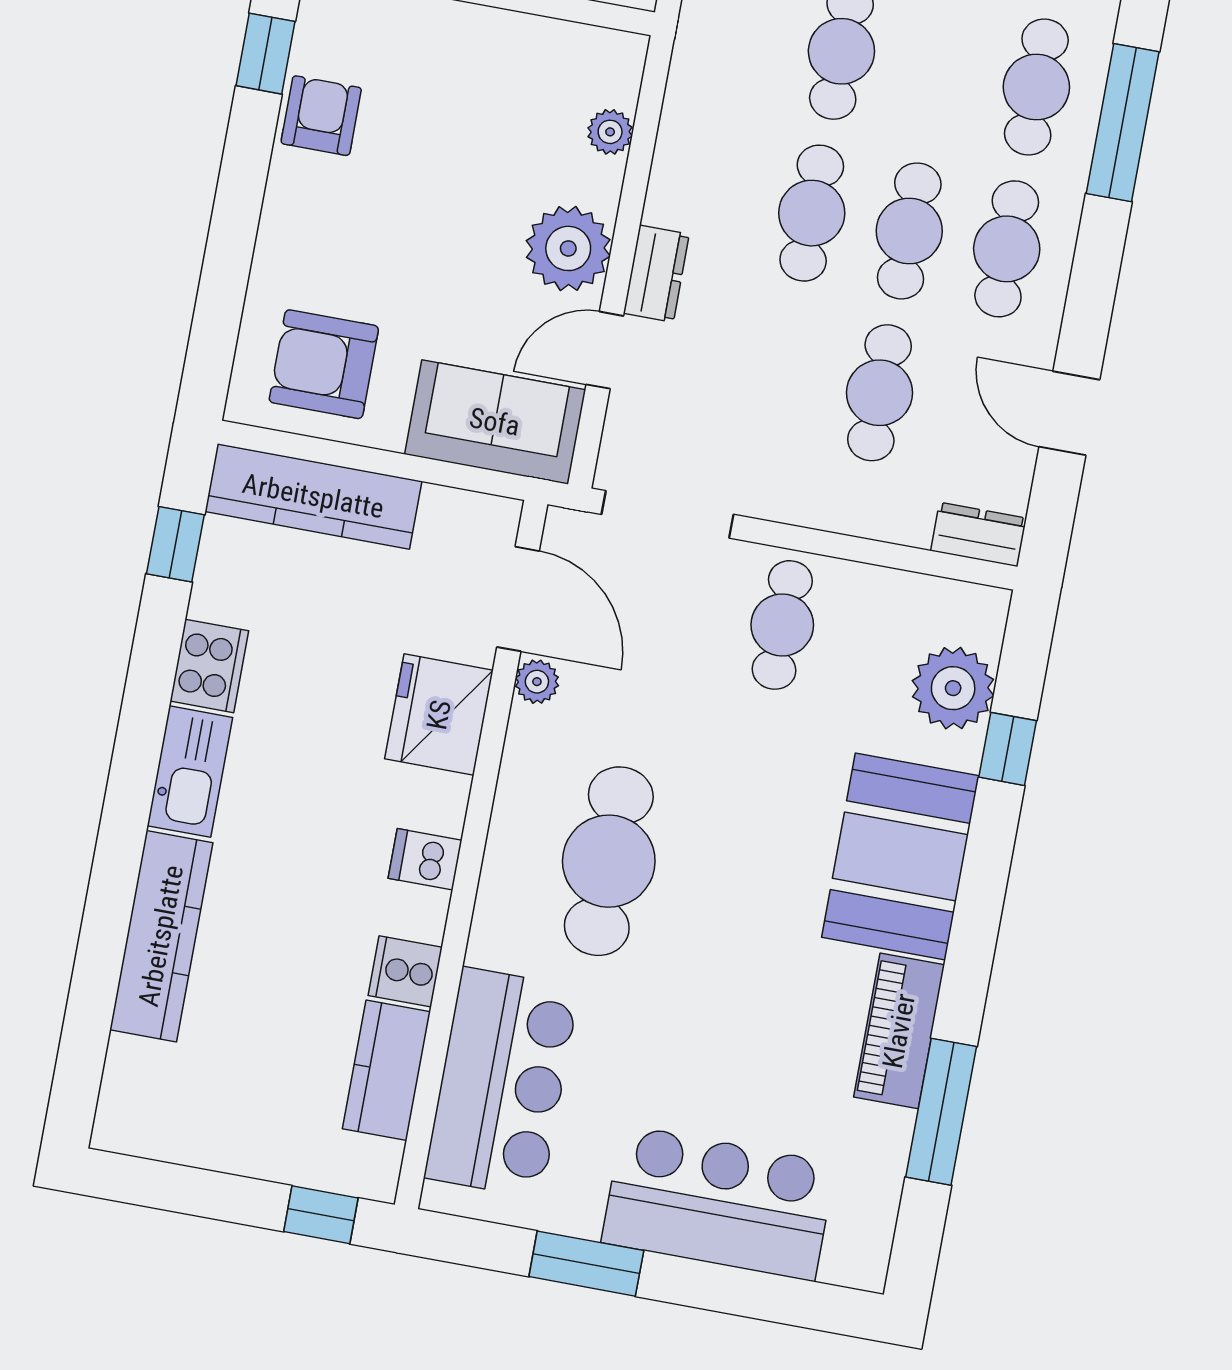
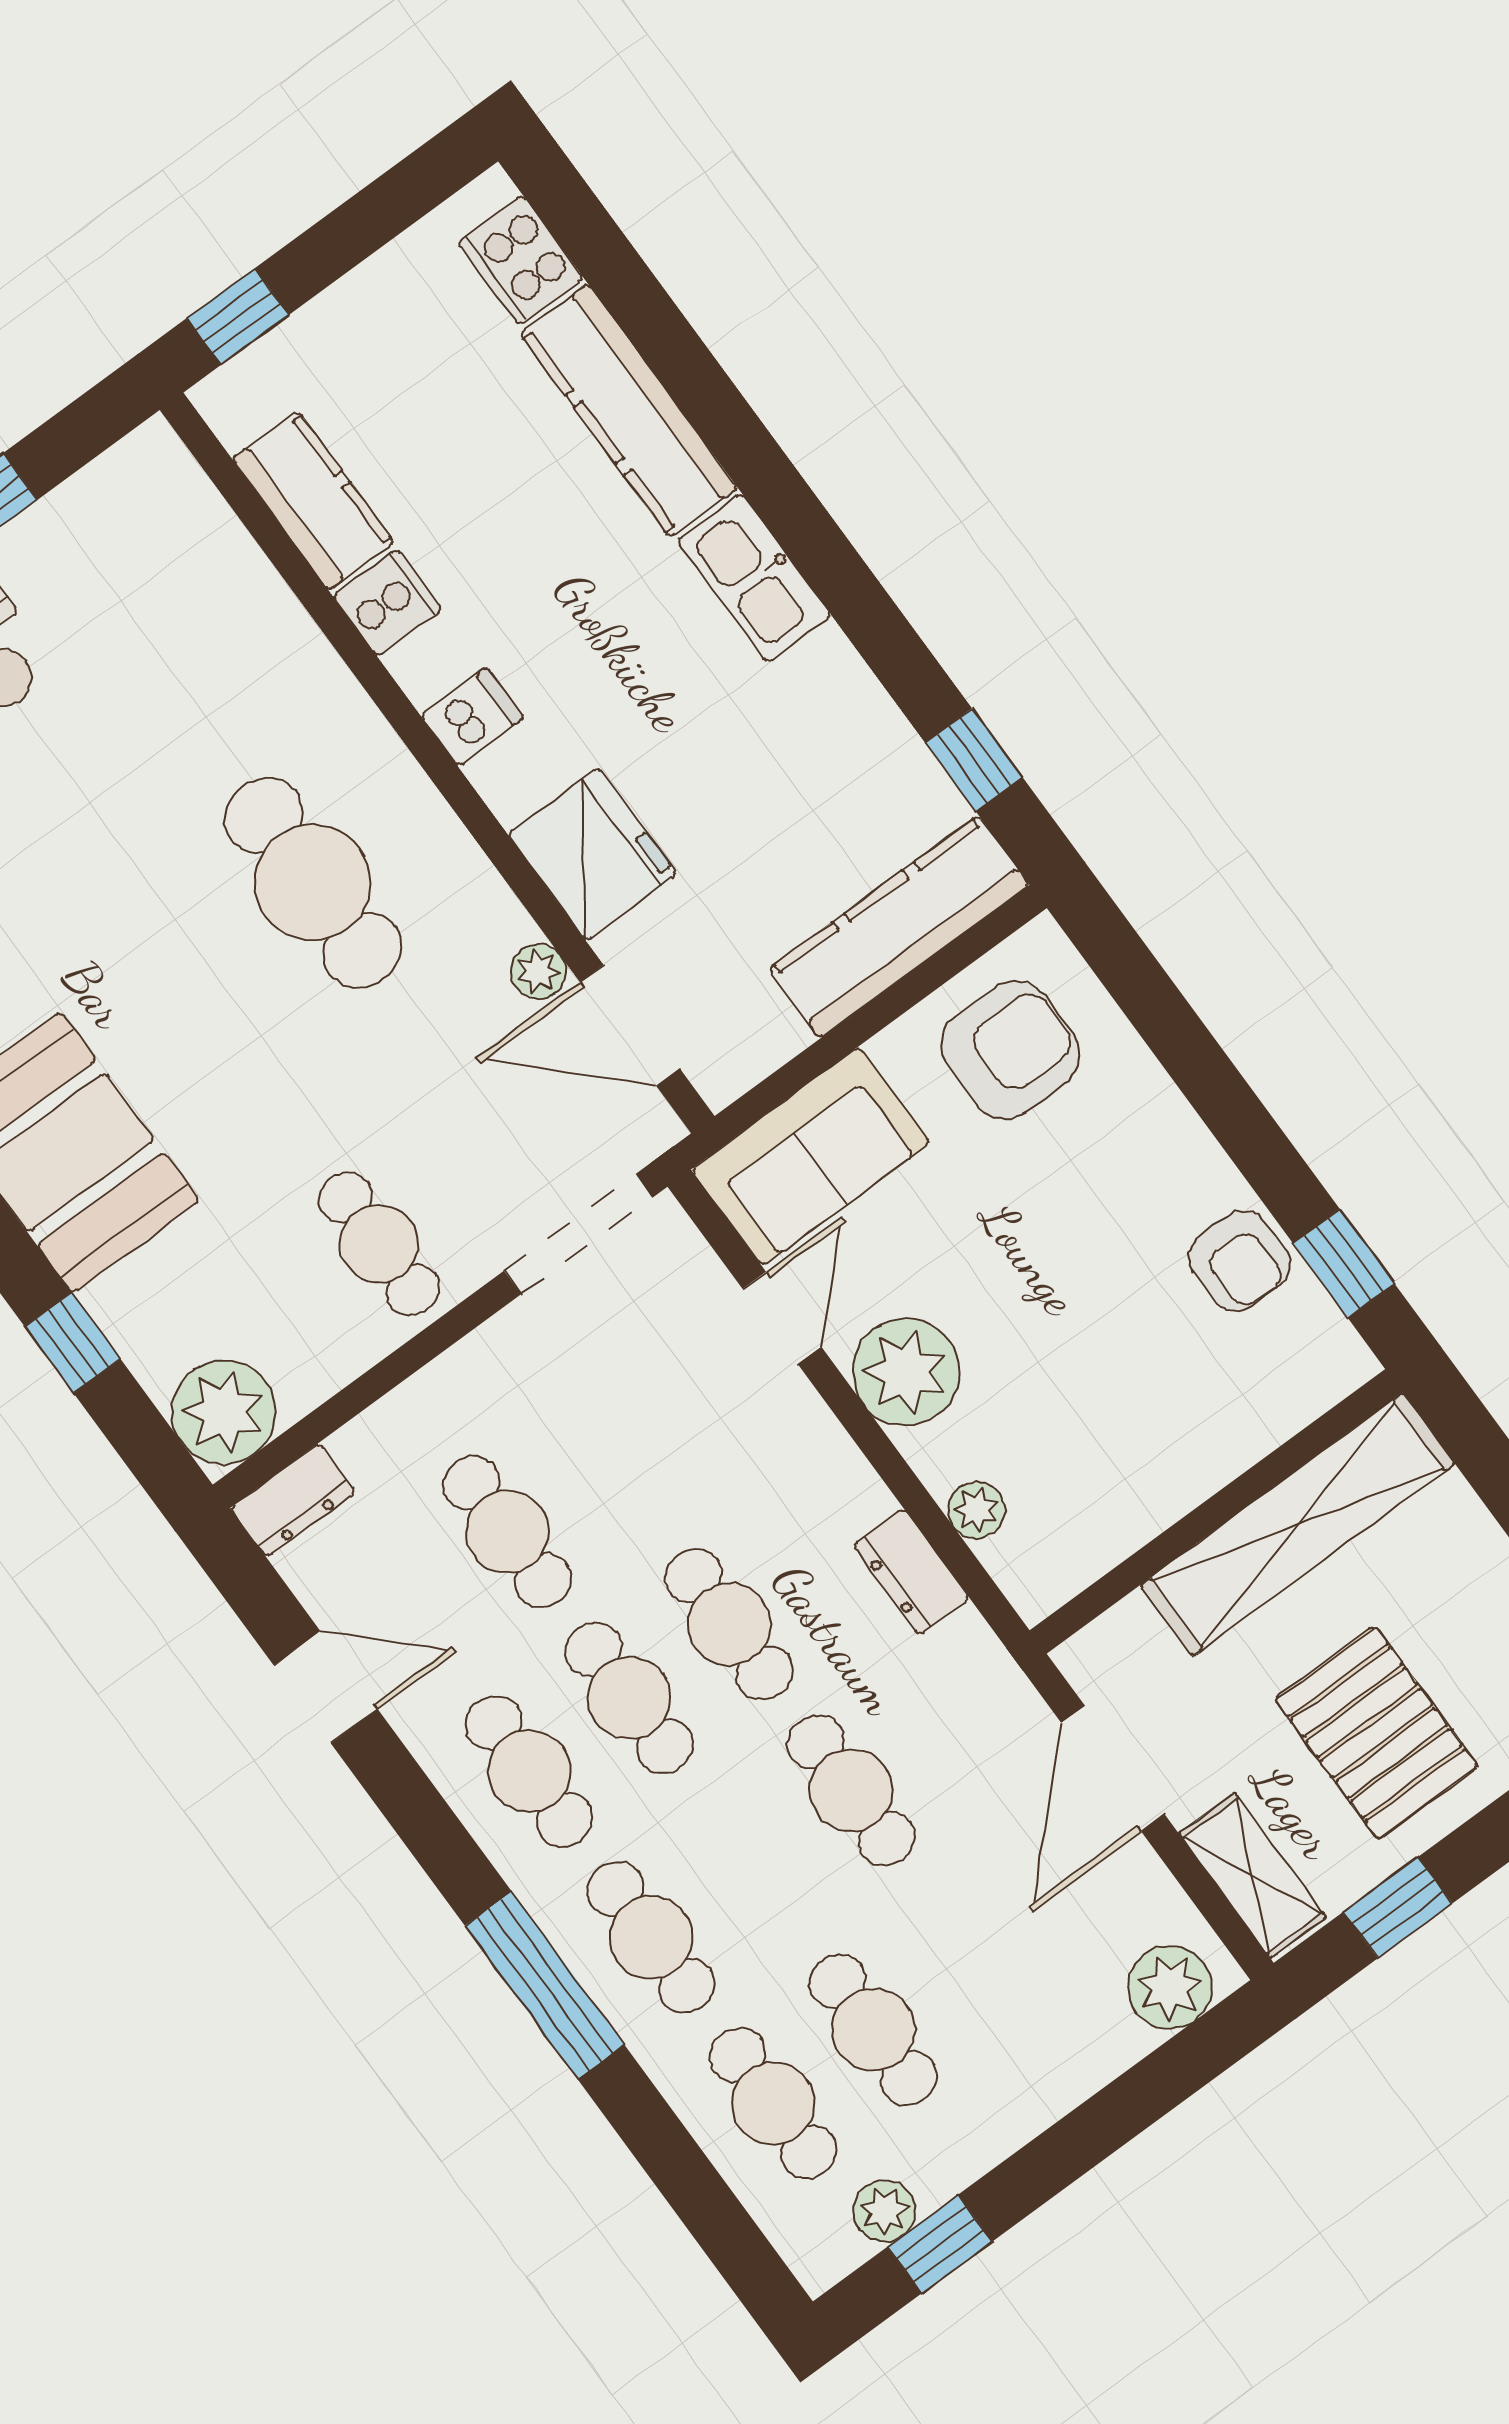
dresser: (656, 274) -> (911, 1572), moved
cooker: (209, 666) -> (521, 260), moved
plant: (953, 688) -> (224, 1412), moved
bar counter: (502, 1083) -> (203, 595), removed

